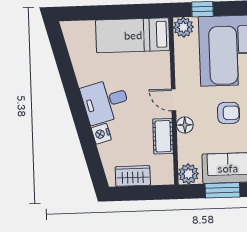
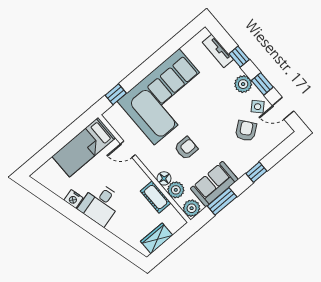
plant: (183, 27) -> (176, 190), moved
door: (174, 100) -> (128, 149), moved
nightstand: (101, 134) -> (73, 199), moved

